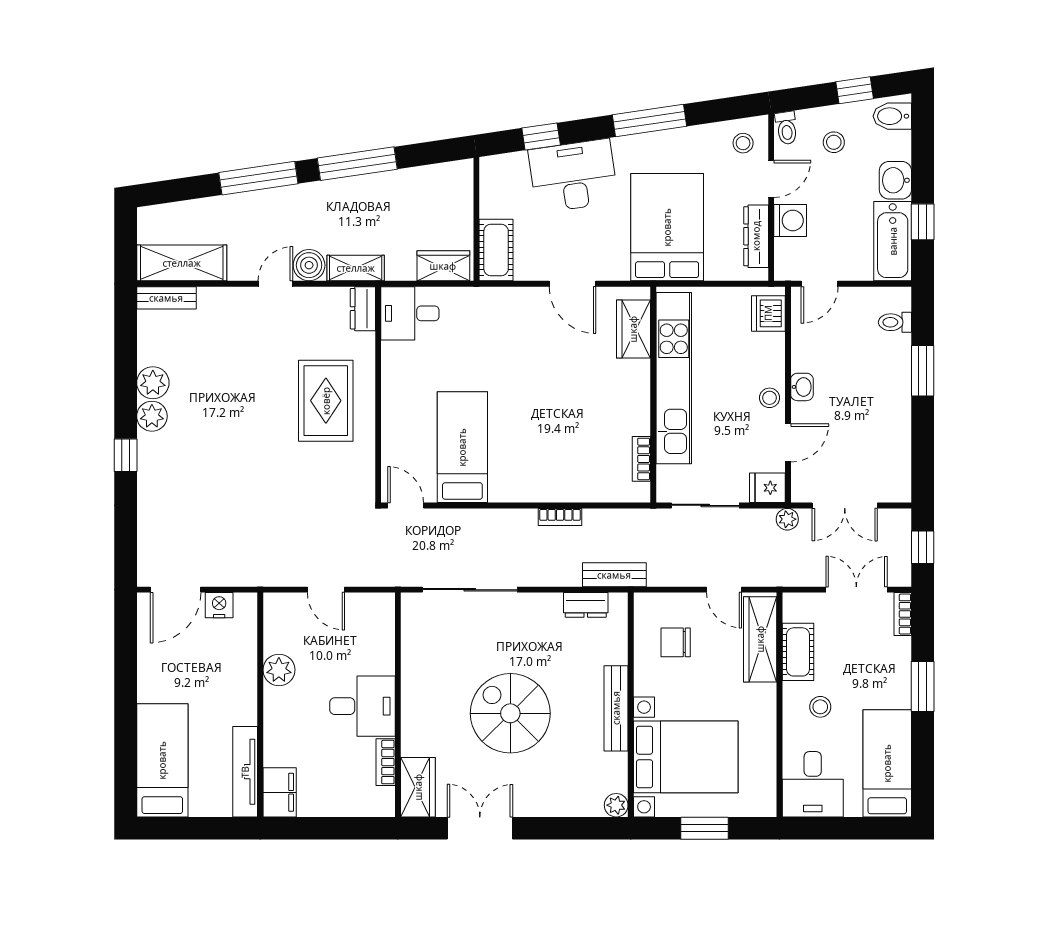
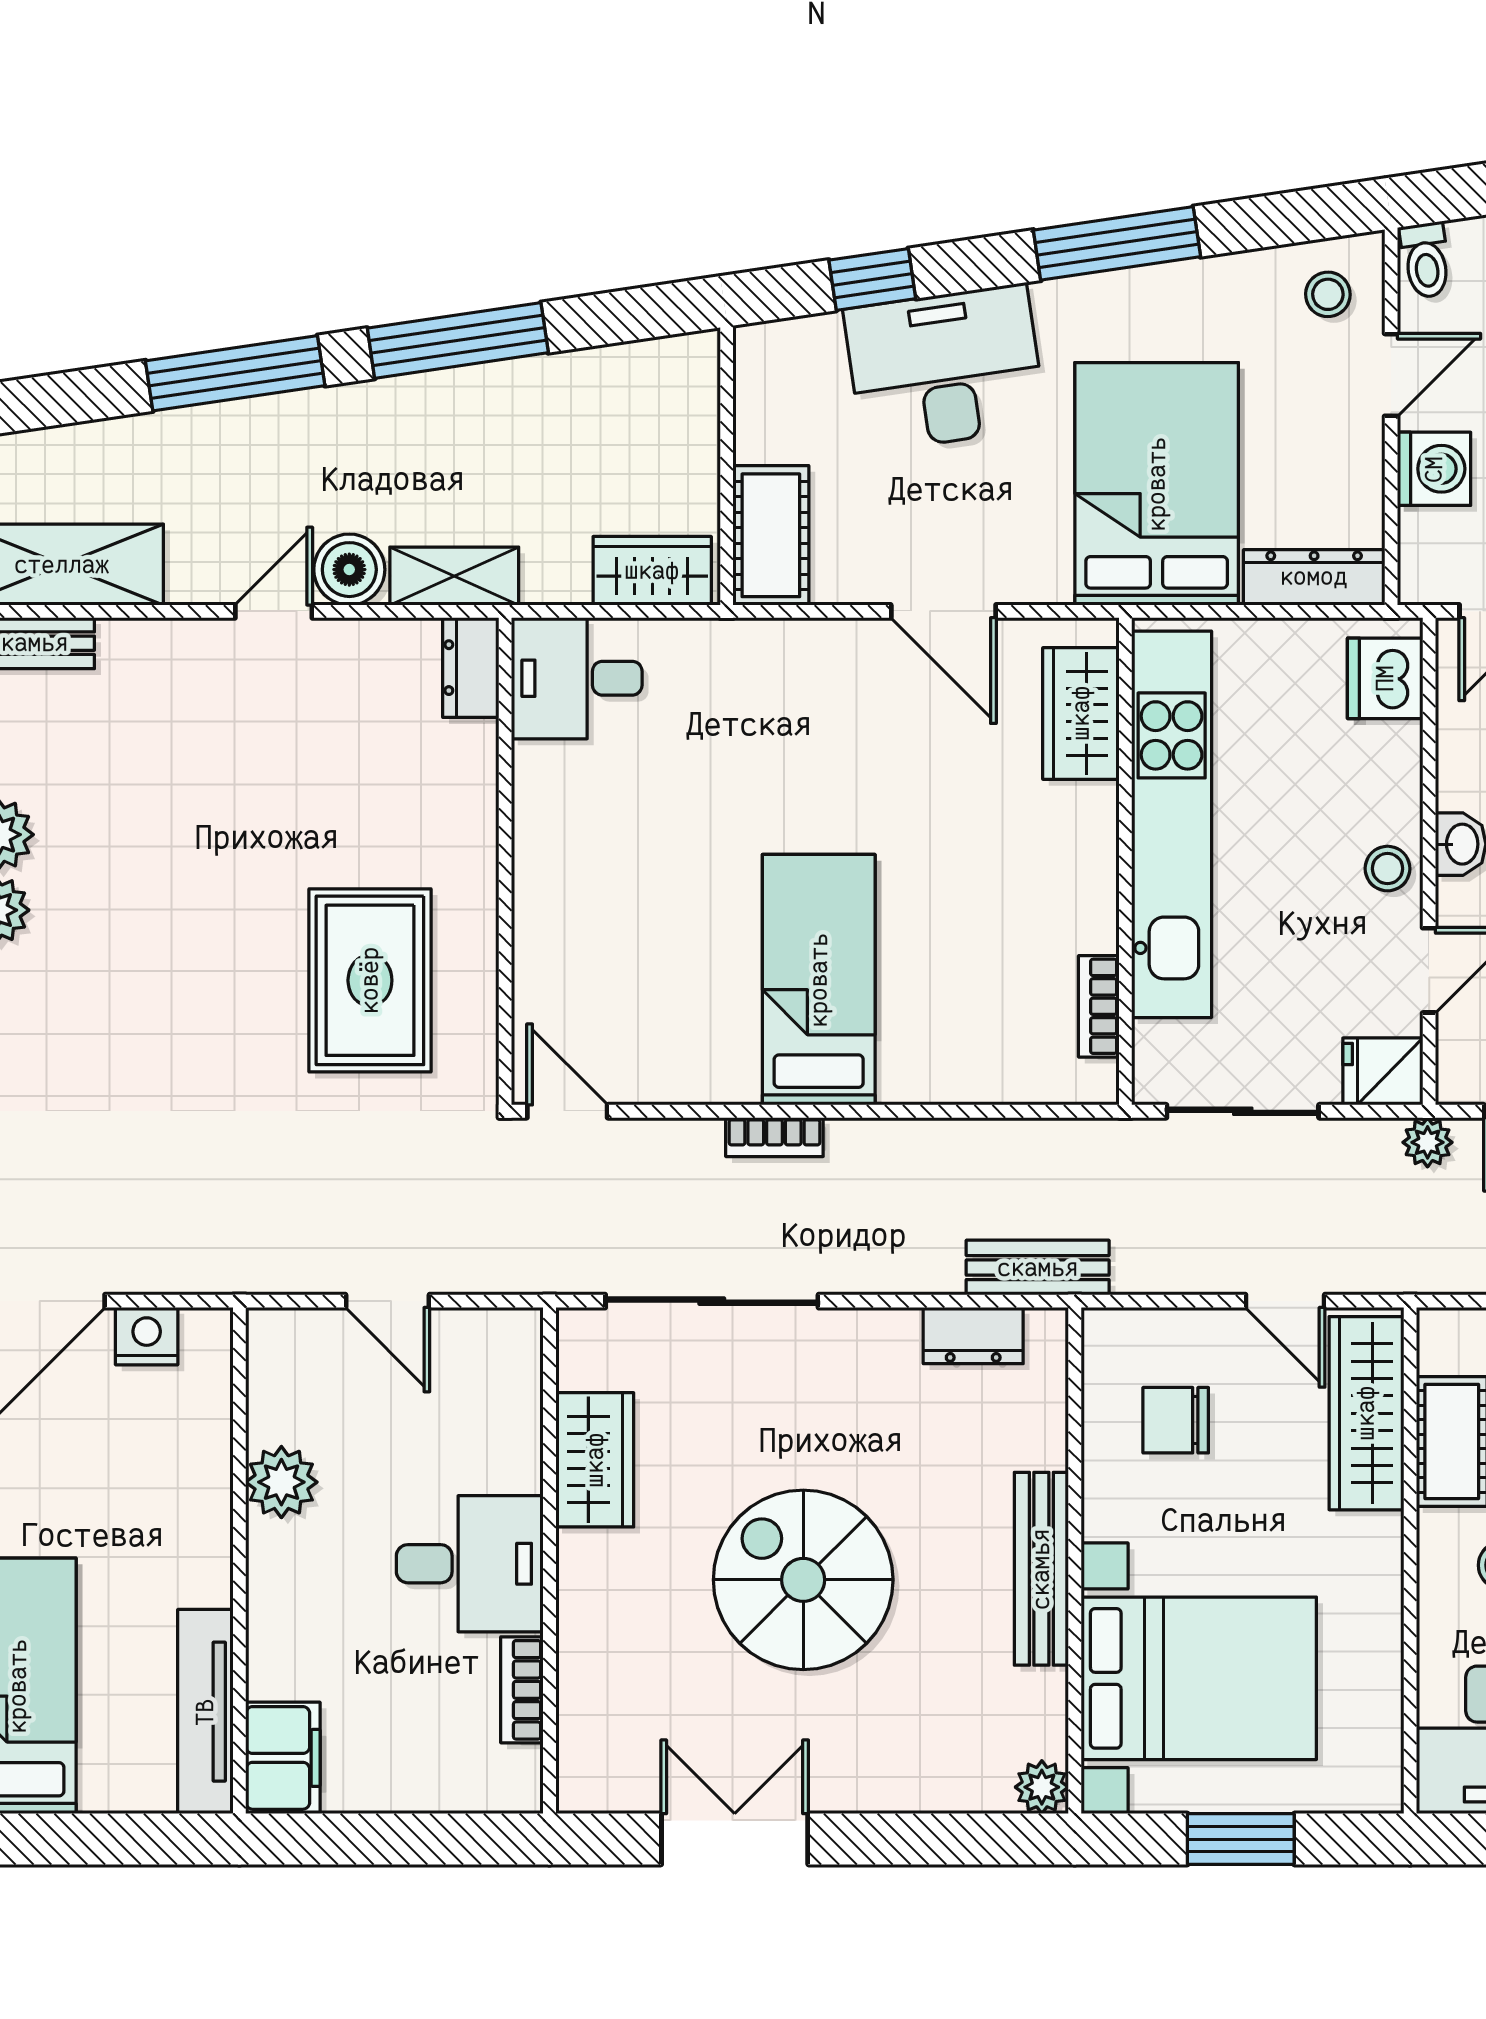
dresser: (756, 236) -> (1314, 577), moved, turned 90
rug: (326, 401) -> (370, 980), moved
bed: (462, 447) -> (819, 980), moved
bookcase: (560, 517) -> (774, 1137), moved
wardrobe: (418, 787) -> (595, 1460), moved

